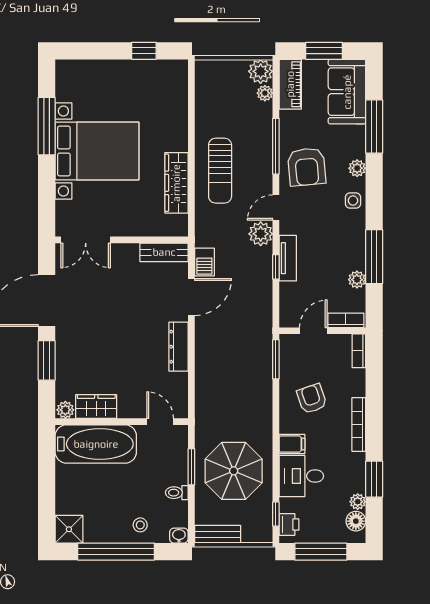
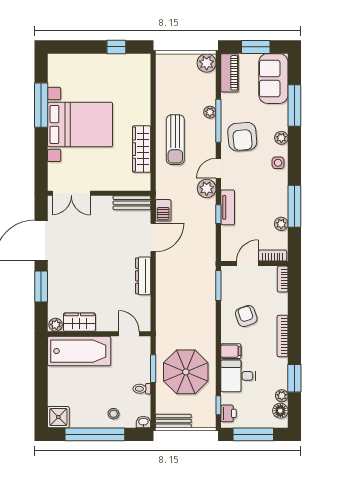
plant: (265, 93) -> (210, 112), moved

